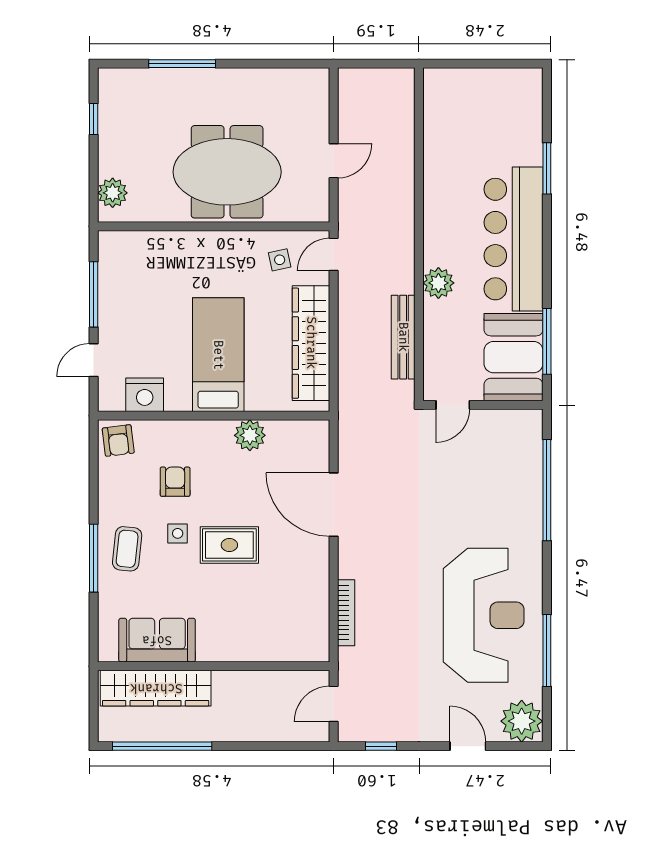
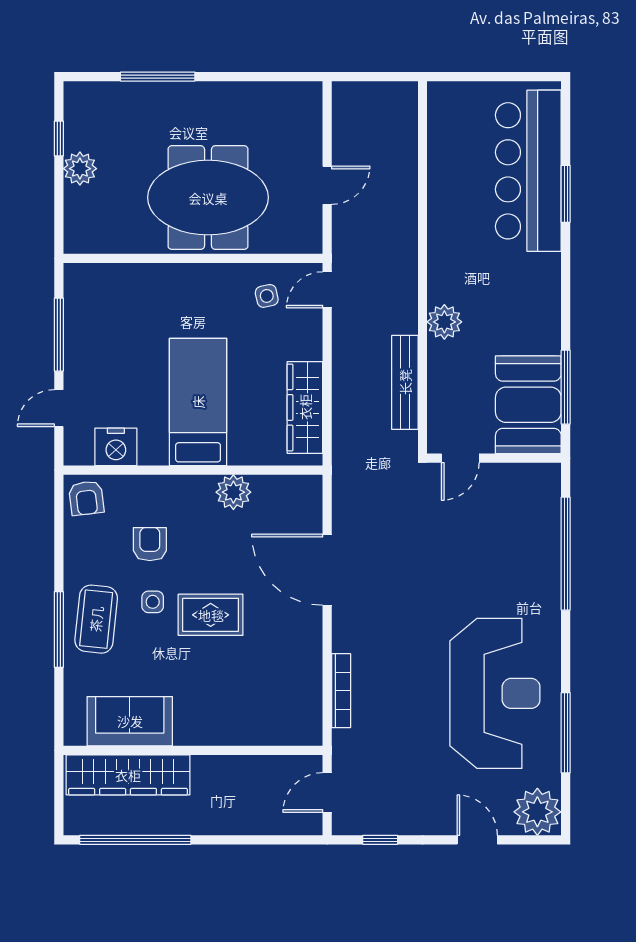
plant: (113, 193) -> (80, 169), moved
bar counter: (514, 239) -> (528, 171), moved
wardrobe: (311, 343) -> (305, 407), width x0.71, depth x0.85
coffee table: (127, 549) -> (96, 619), width x1.36, depth x1.30

